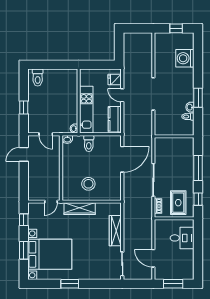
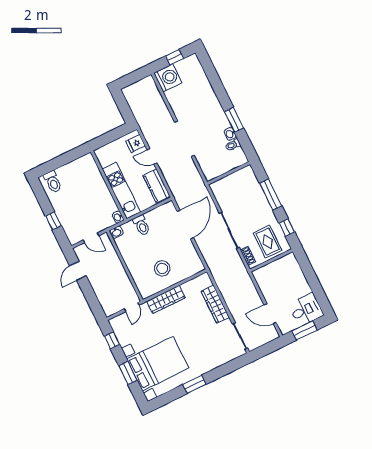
washing machine: (185, 58) -> (168, 78), moved, turned 180
desk: (182, 238) -> (306, 310), moved

